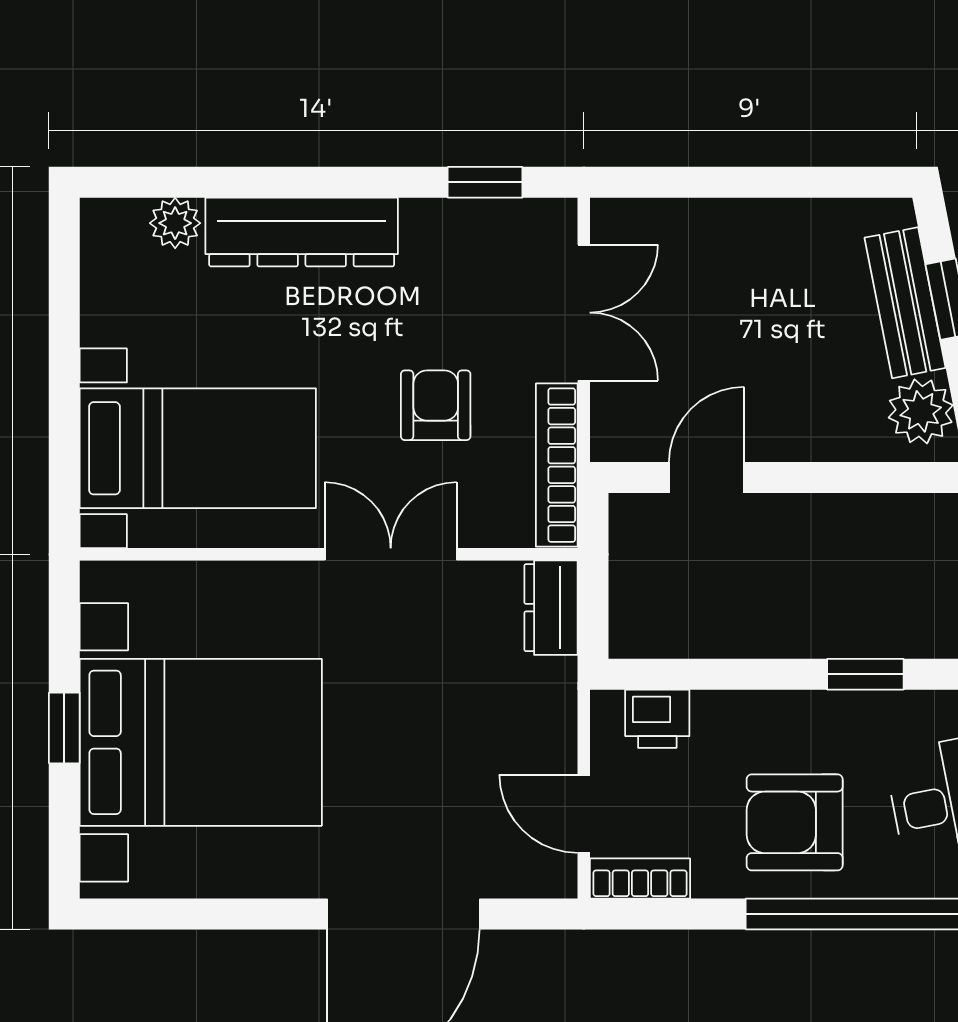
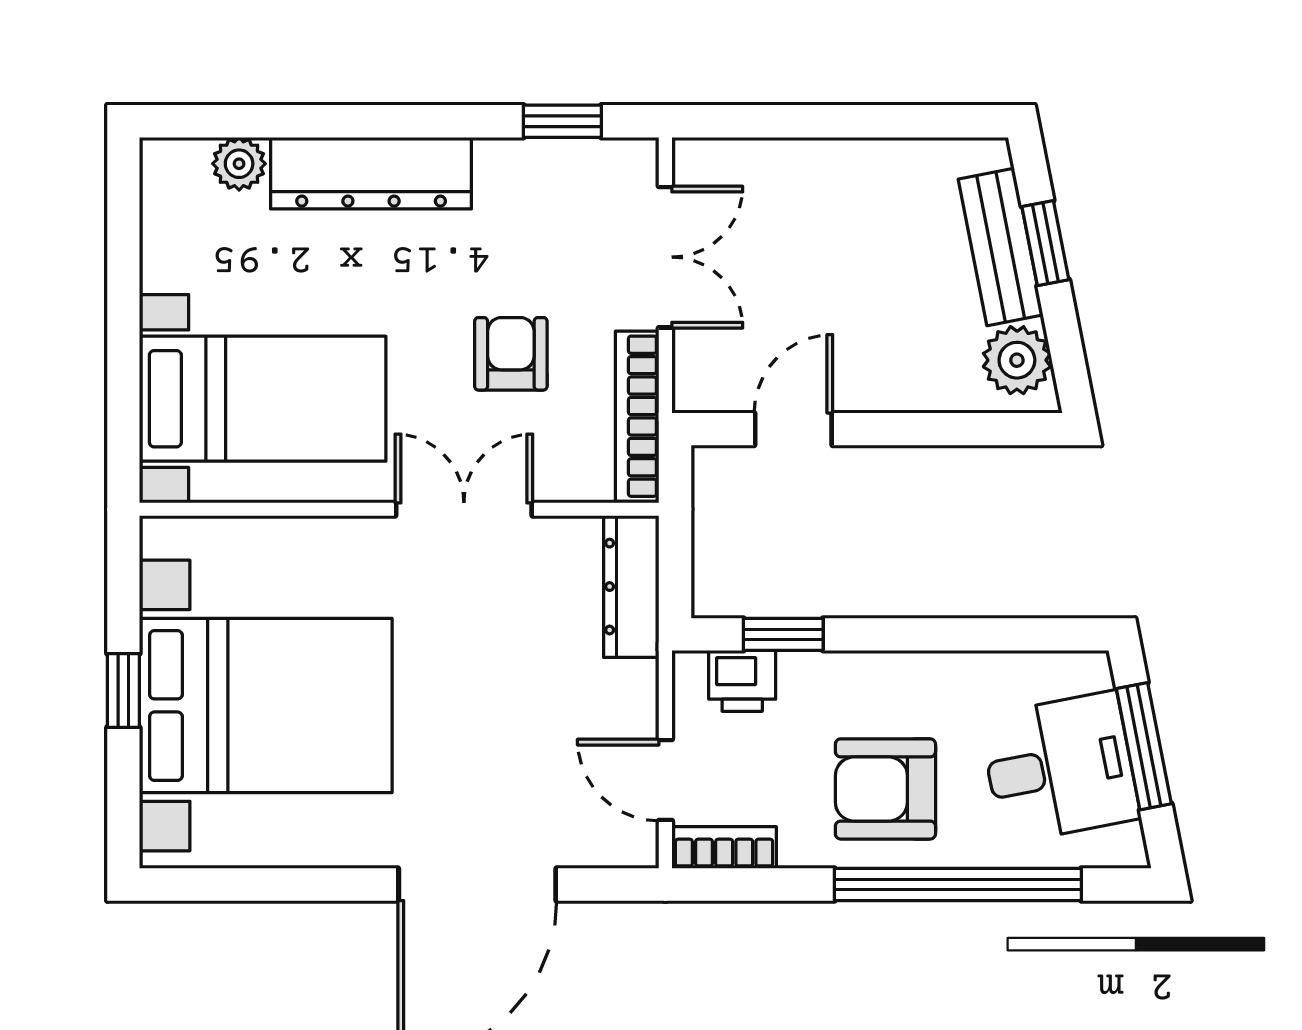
dresser: (551, 608) -> (631, 587), width x1.44
window: (865, 674) -> (783, 634), moved

